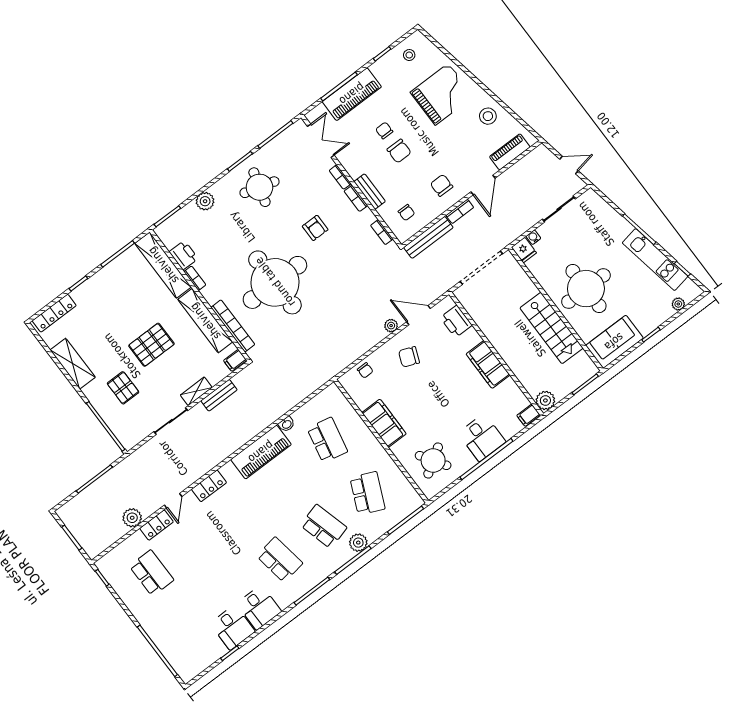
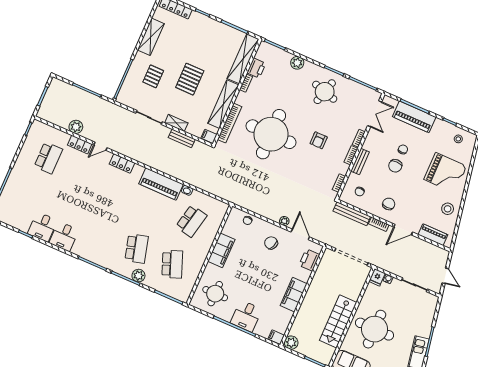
pallet: (151, 345) -> (190, 79), turned 90
round table: (433, 460) -> (215, 294), turned 33
school desk: (367, 493) -> (172, 264), turned -45
school desk: (280, 560) -> (101, 233), removed

